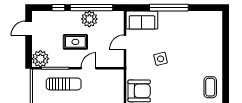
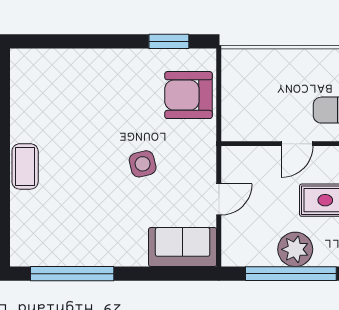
window: (169, 8) -> (72, 274), moved
coffee table: (210, 87) -> (25, 166), moved

